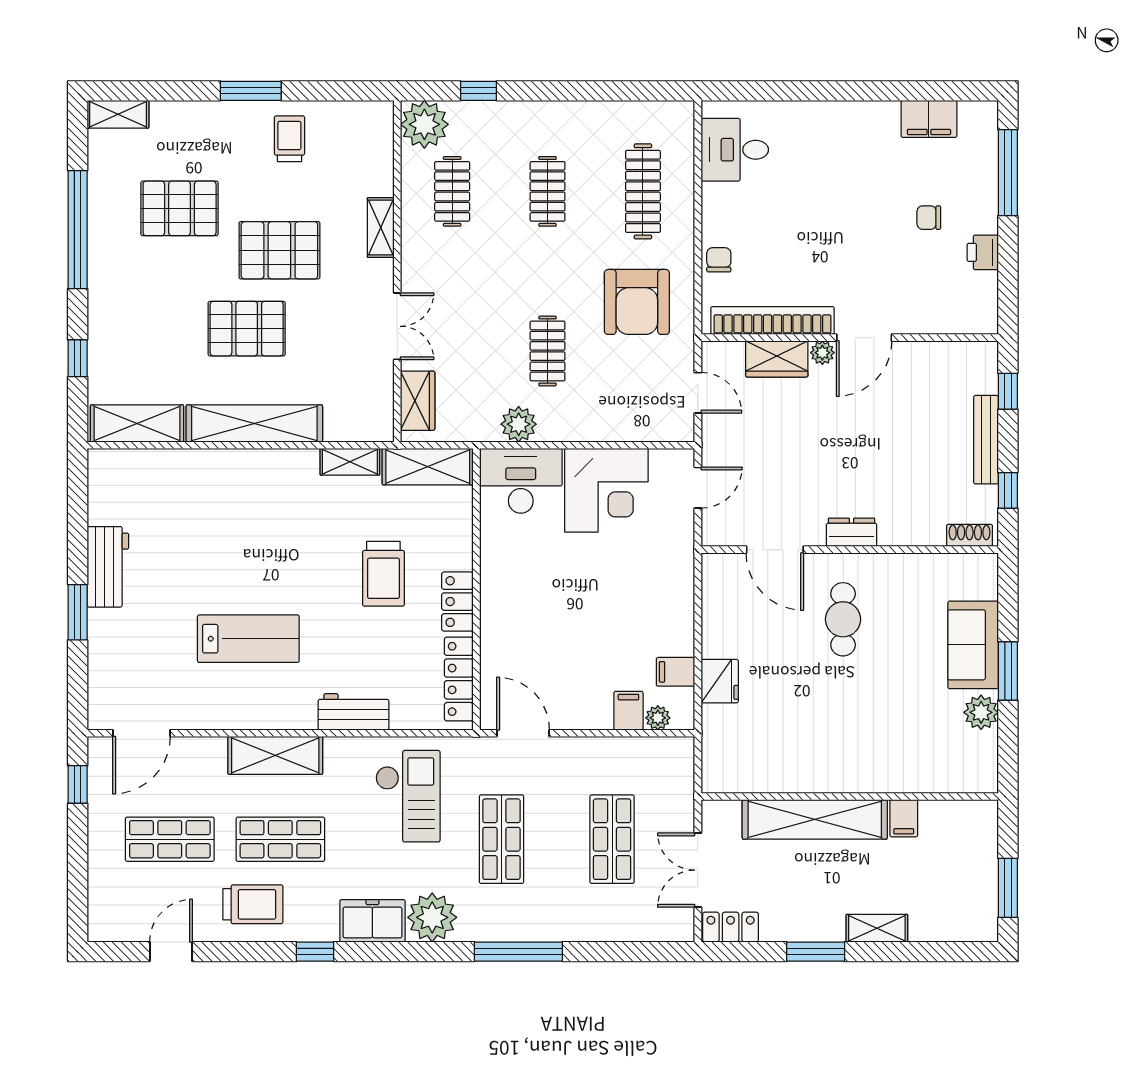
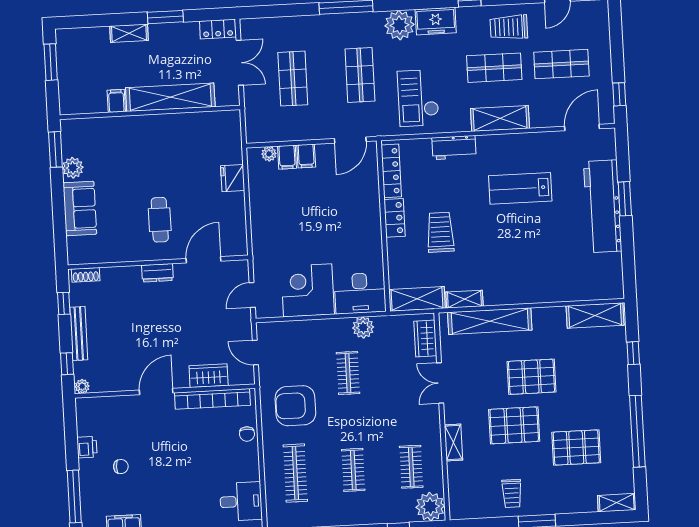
armchair: (637, 302) -> (295, 406), turned -90
plant: (822, 353) -> (82, 386), moved
shelving: (254, 423) -> (490, 321), moved
door: (775, 550) -> (203, 260), hinge flipped
workbench: (108, 567) -> (603, 206), width x1.88, depth x1.32
window: (1008, 671) -> (55, 149), moved
filing cabinet: (675, 672) -> (306, 156), moved, turned 90
door: (523, 733) -> (350, 140), hinge flipped

